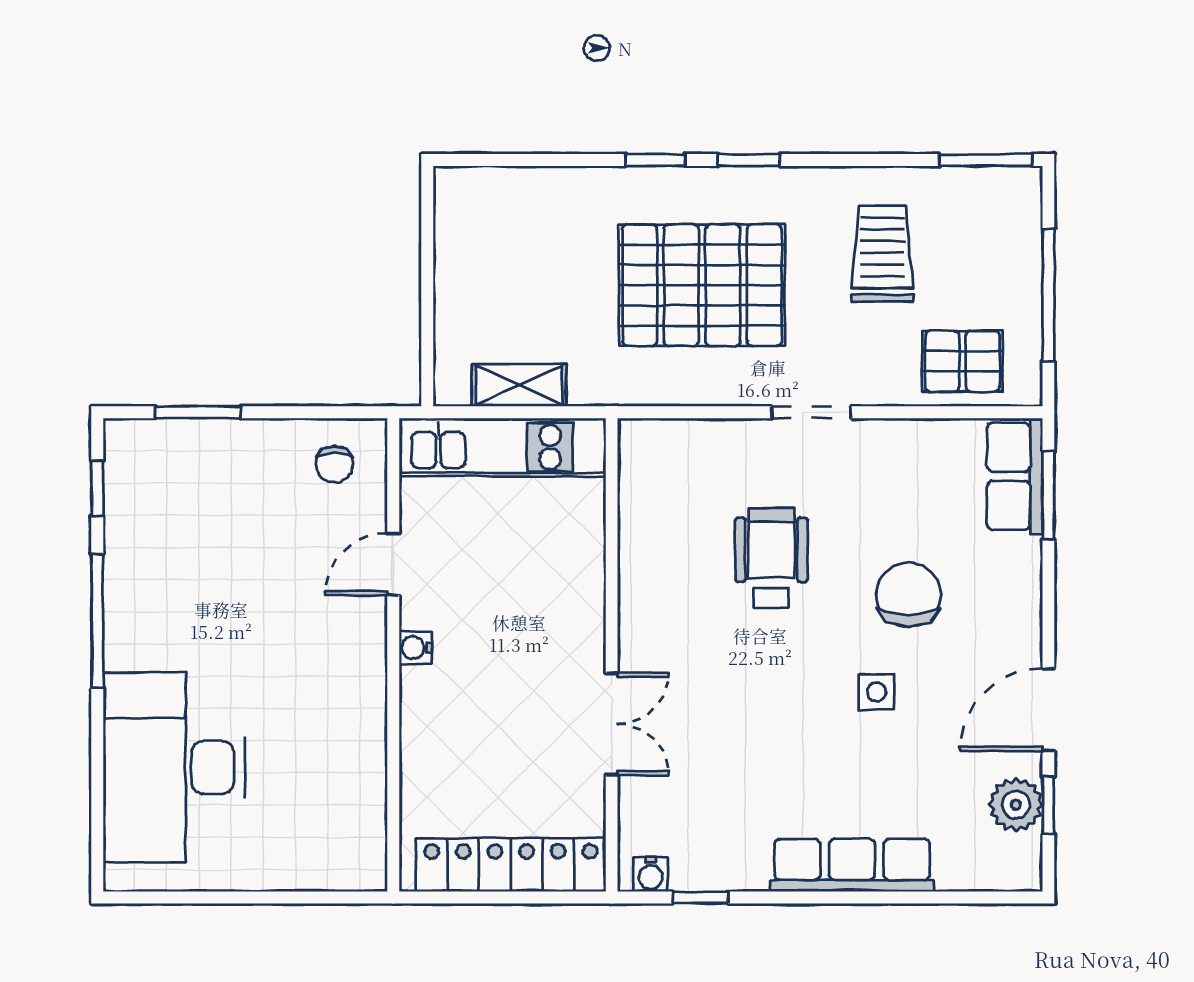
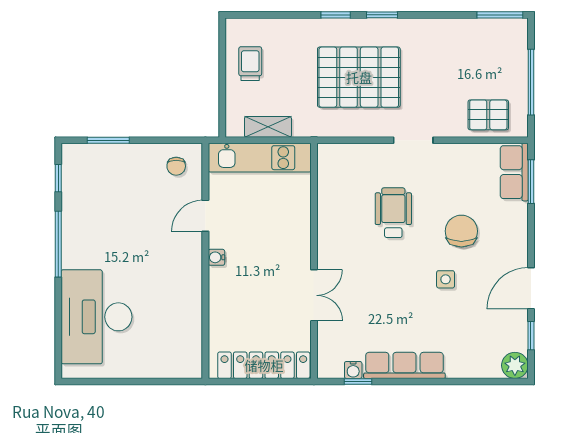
trolley: (882, 254) -> (250, 64), moved, width x0.73, depth x0.72
plant: (1016, 805) -> (515, 365), moved
row of seats: (852, 865) -> (404, 365), moved
water cooler: (651, 874) -> (353, 370), moved

